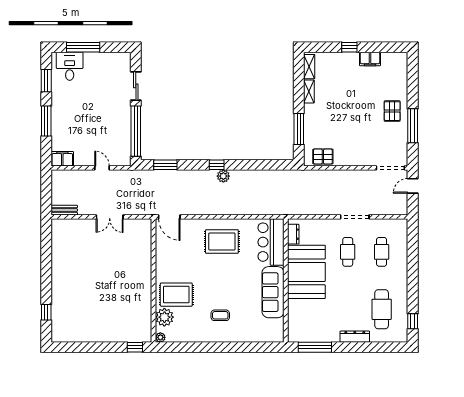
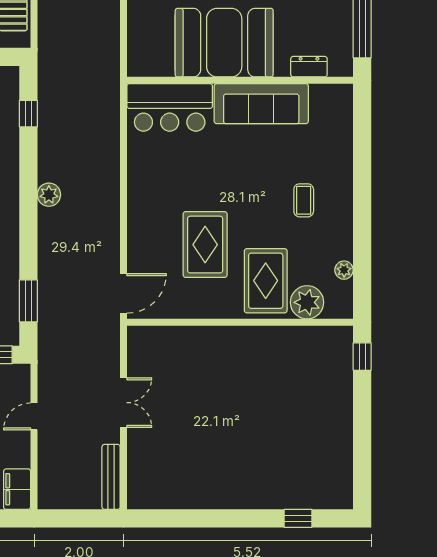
window: (217, 165) -> (28, 114), moved
bench: (64, 210) -> (111, 477), width x1.36
dresser: (293, 234) -> (309, 67), moved
rug: (222, 241) -> (205, 245), moved
plant: (160, 337) -> (344, 270), moved

